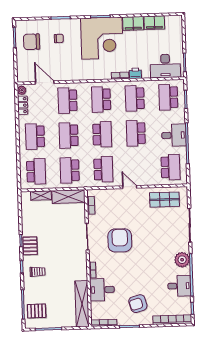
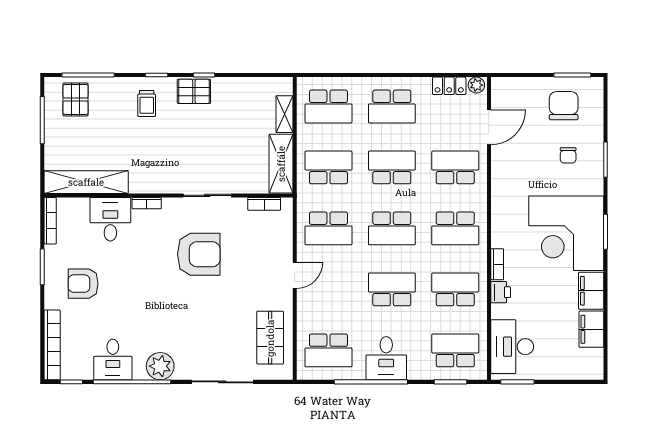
school desk: (101, 99) -> (455, 228), turned 180
school desk: (35, 136) -> (392, 107), turned 180
armchair: (138, 304) -> (83, 284), turned -74

